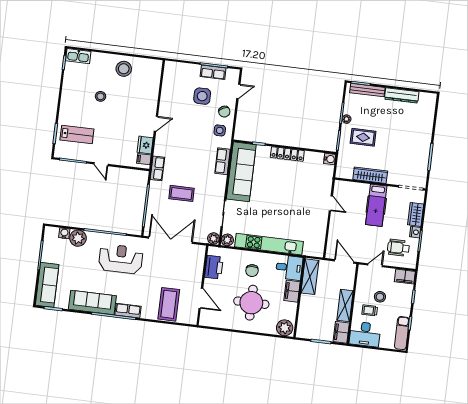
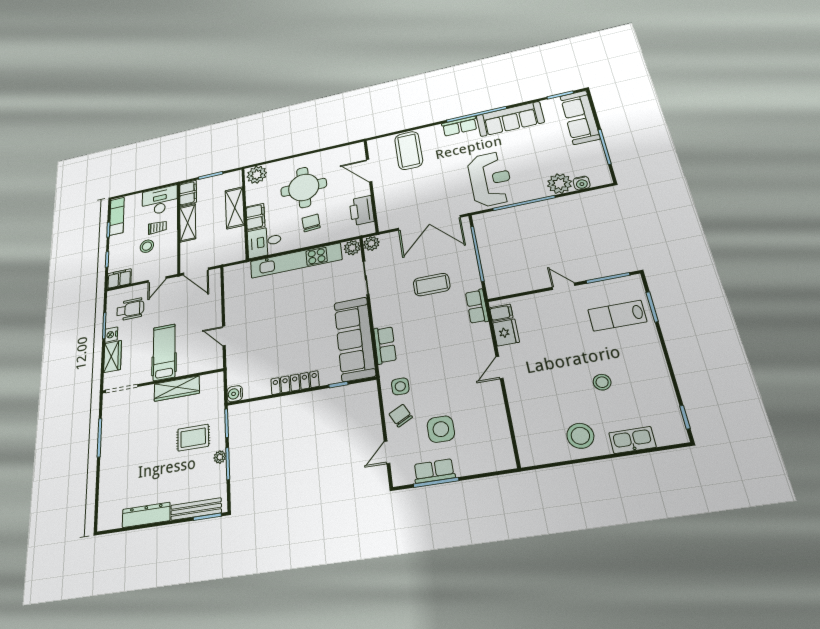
kitchen sink: (78, 56) -> (632, 440), moved
reception desk: (121, 259) -> (490, 179), turned -90
shelving: (310, 277) -> (235, 208), moved

